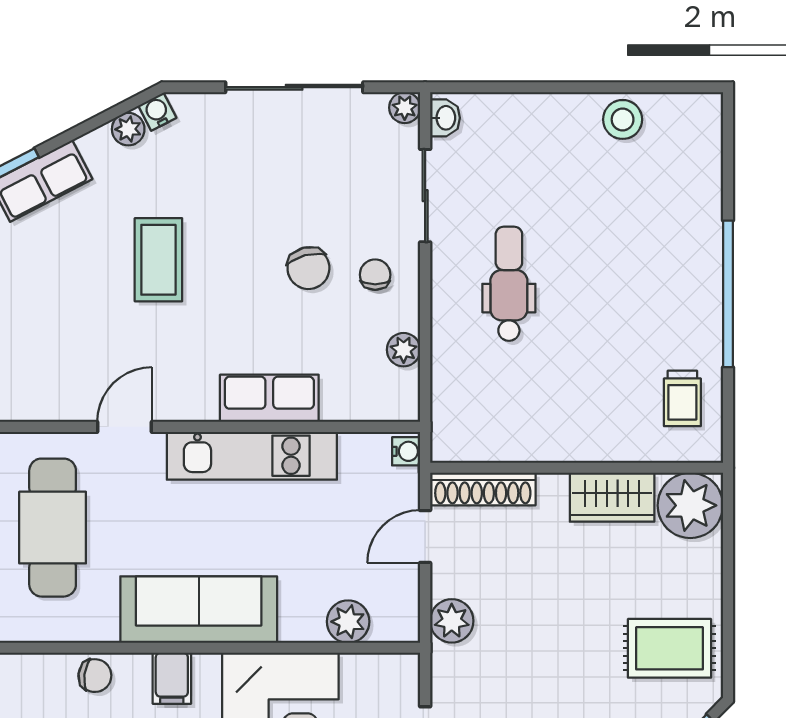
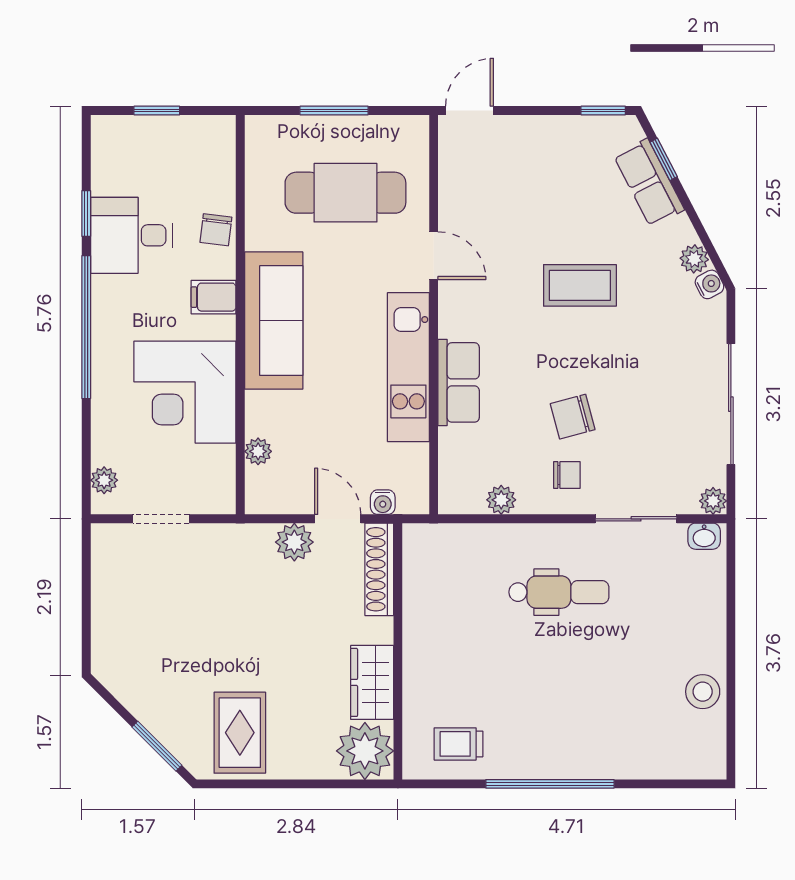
water cooler: (406, 451) -> (383, 502), moved
plant: (452, 621) -> (294, 542), moved
plant: (348, 622) -> (258, 451), width x0.73, depth x0.73

